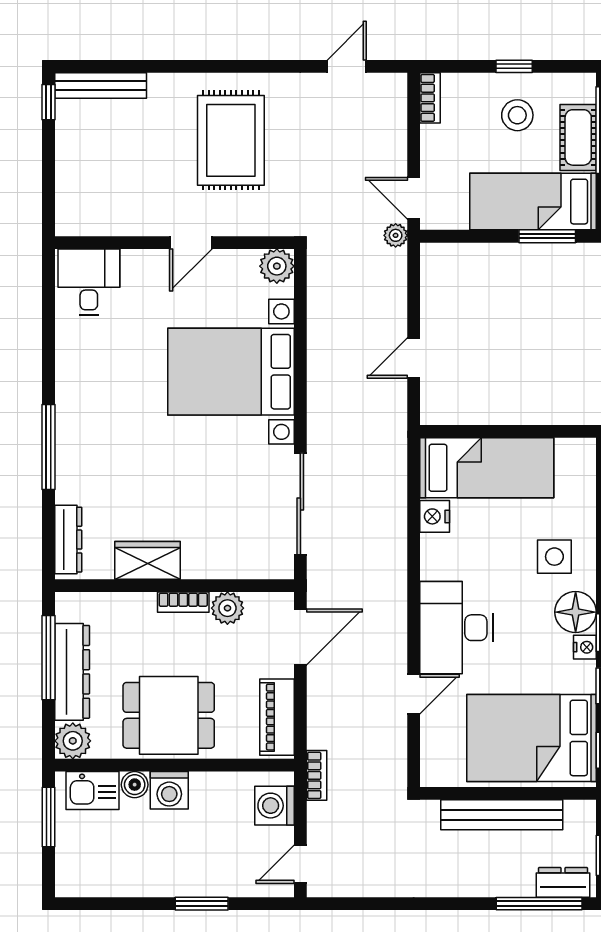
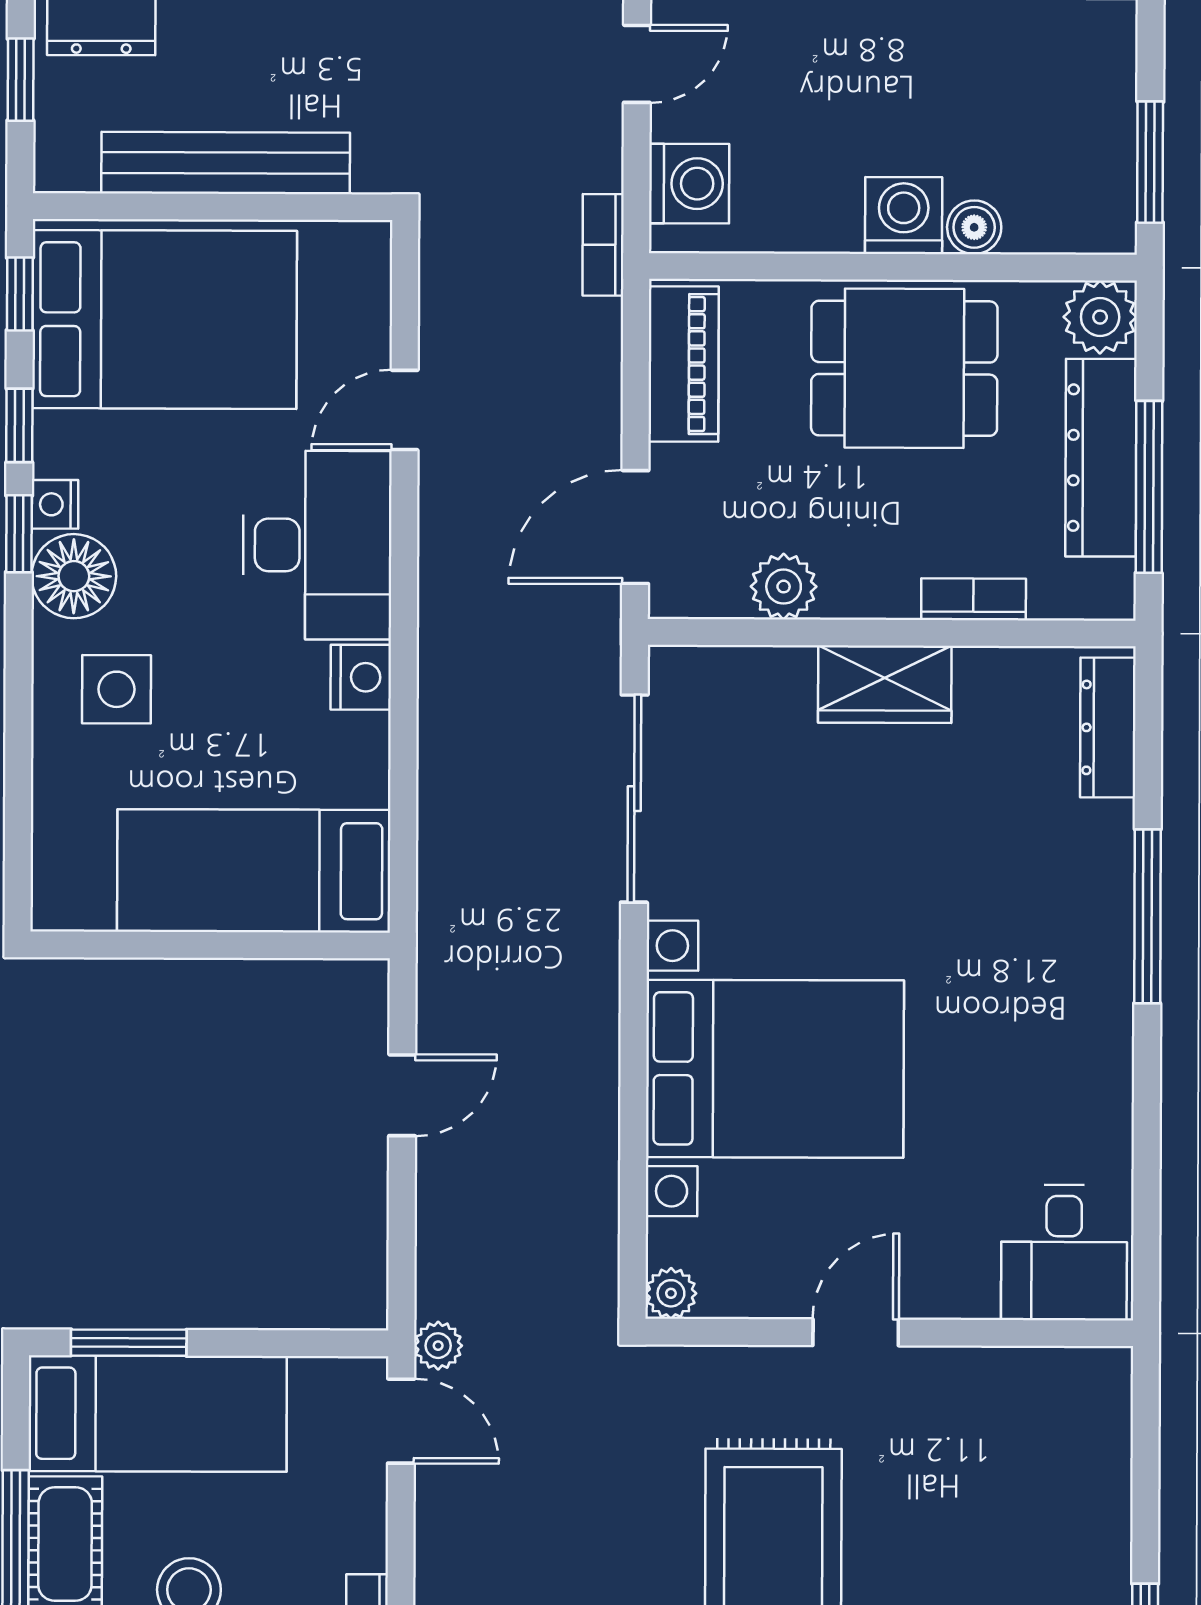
plant: (277, 266) -> (671, 1293), width x0.73, depth x0.73
nightstand: (435, 516) -> (361, 677), moved
wardrobe: (148, 560) -> (885, 684), moved
bookcase: (183, 602) -> (974, 599), moved
kitchen sink: (93, 790) -> (1060, 216), removed

